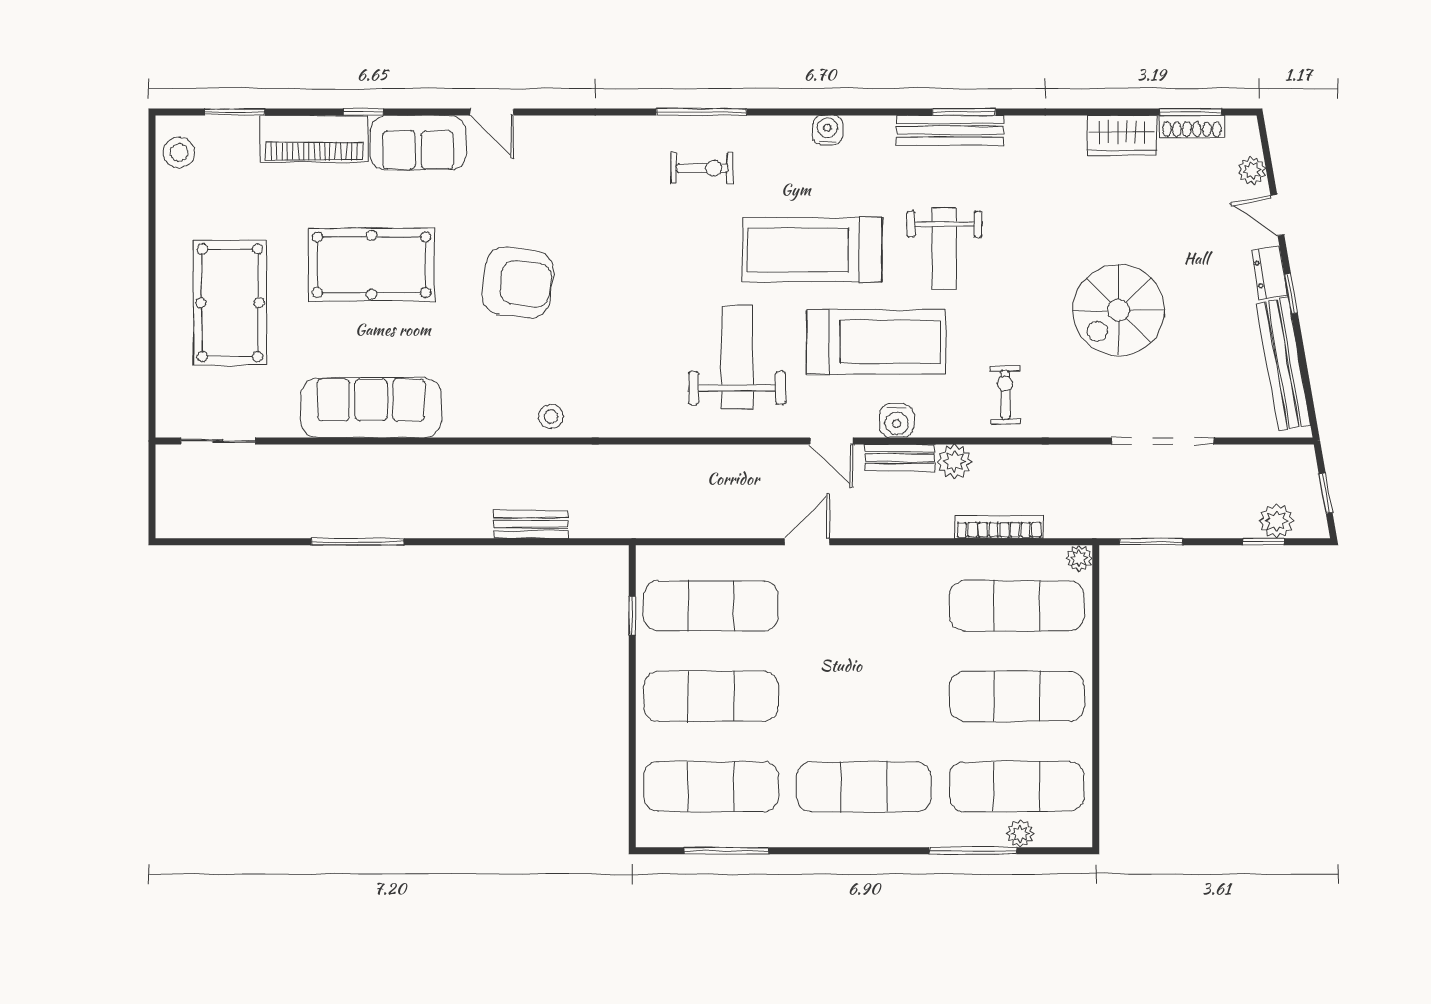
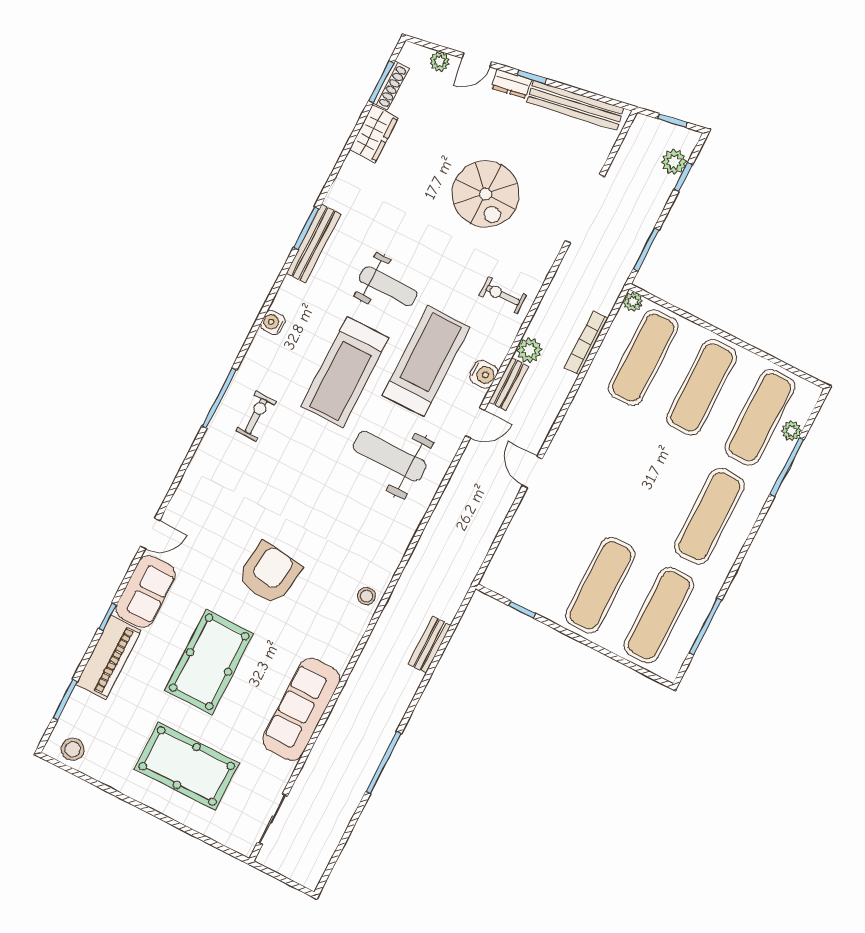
exercise mat: (711, 606) -> (542, 555), removed

